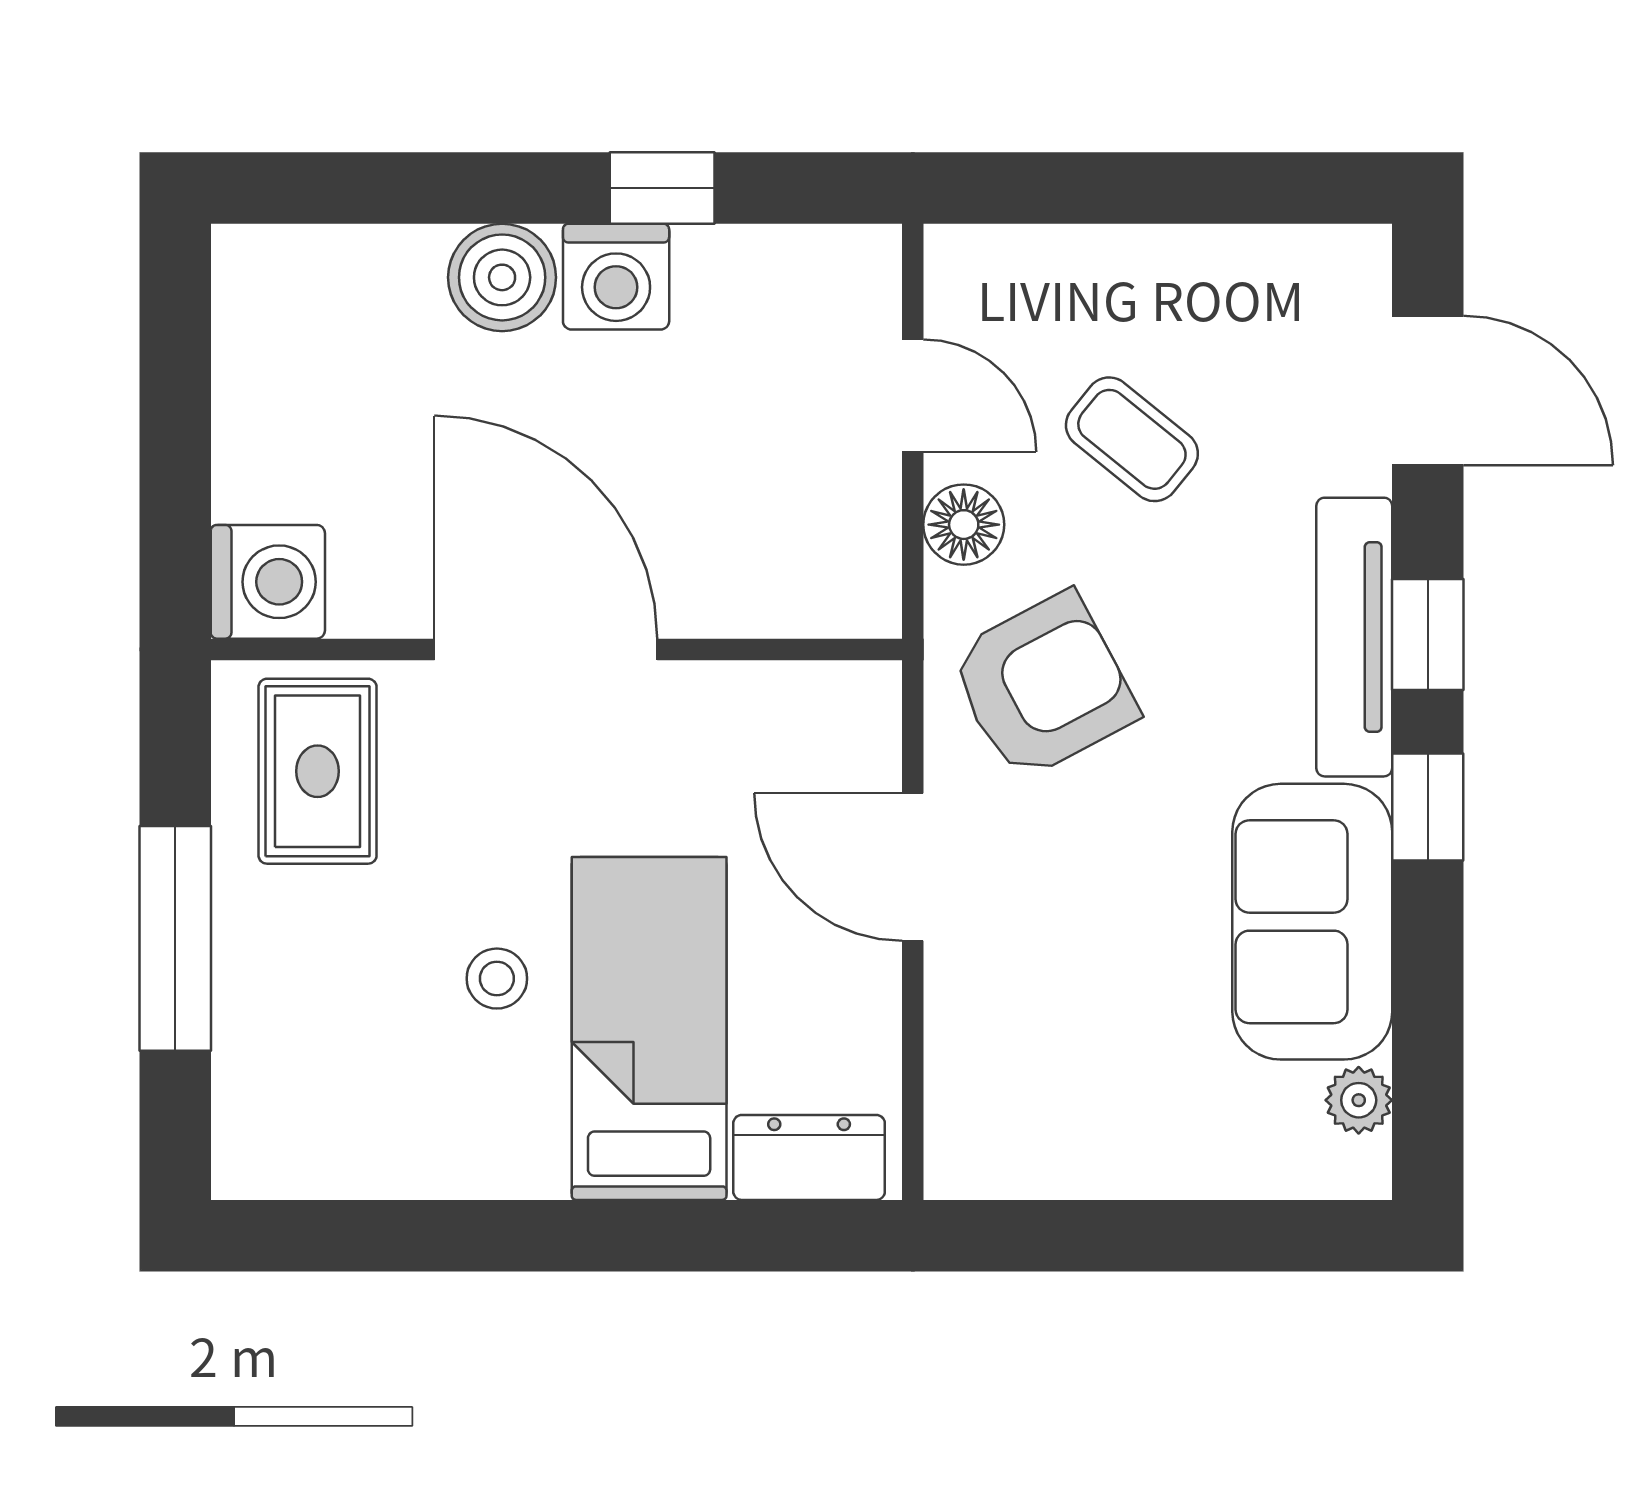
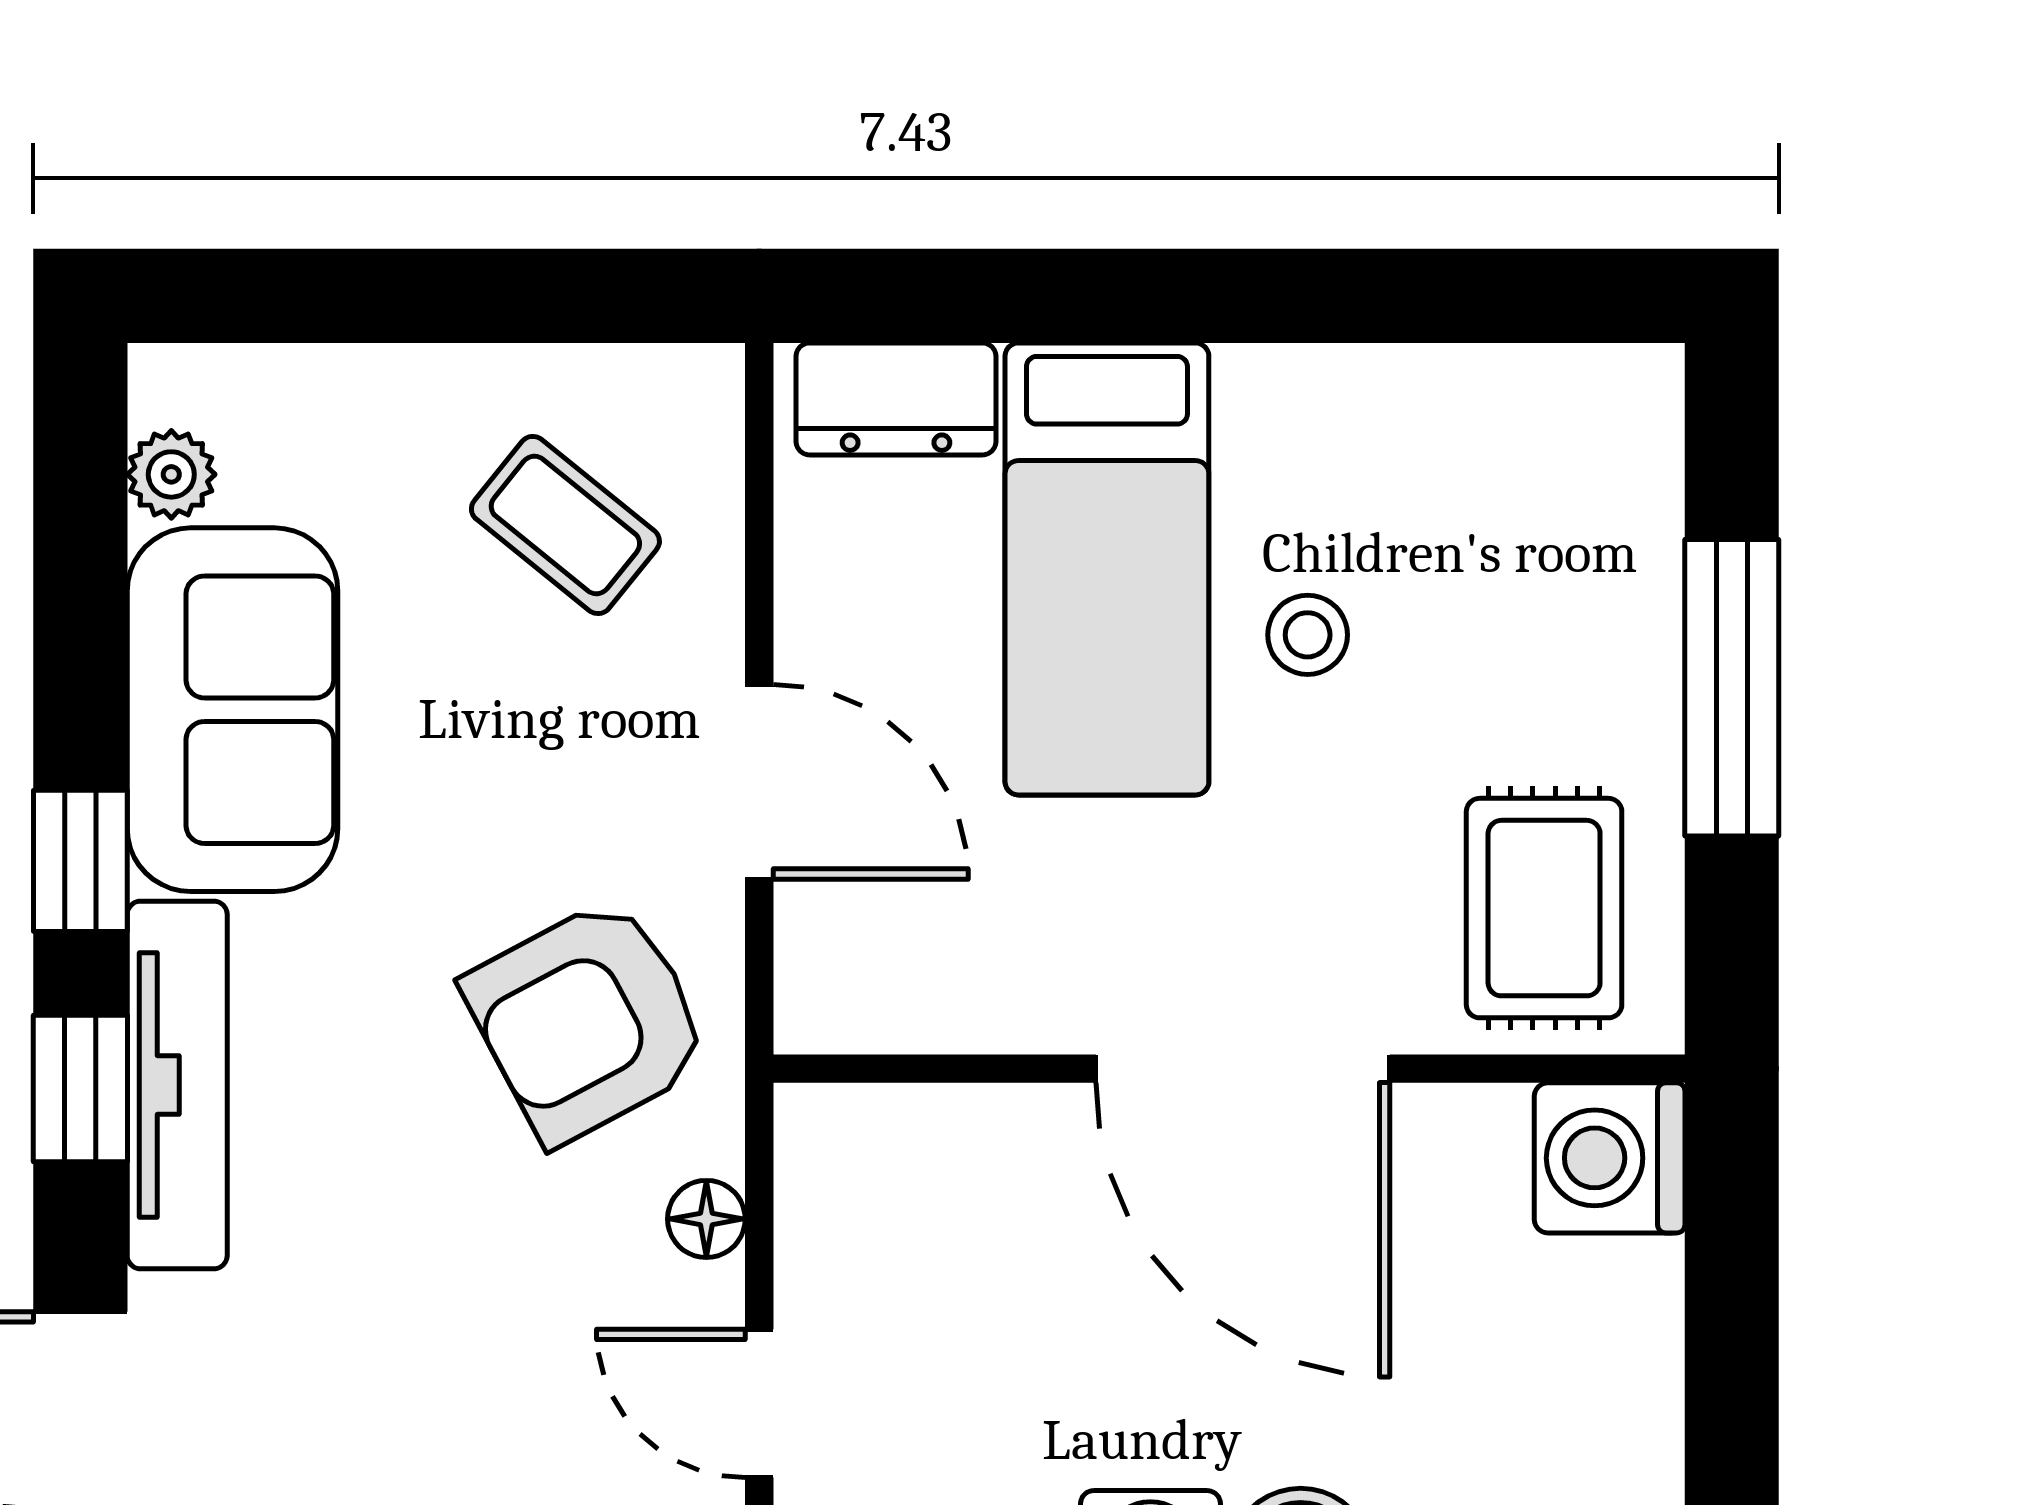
coffee table: (1132, 439) -> (565, 525), moved
floor lamp: (964, 525) -> (706, 1219), width x0.73, depth x0.73

